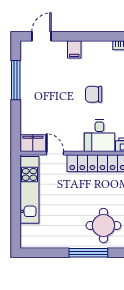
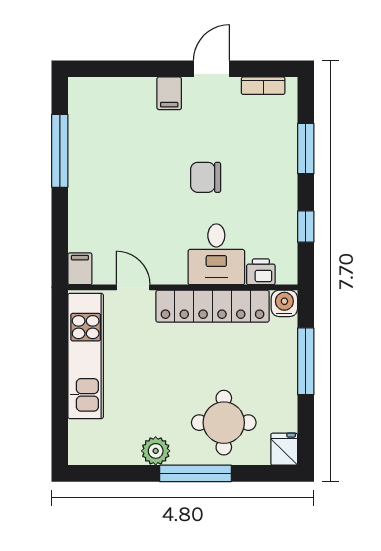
door: (41, 36) -> (211, 69), moved
filing cabinet: (33, 143) -> (80, 269), width x0.50
plant: (67, 241) -> (156, 451), added

